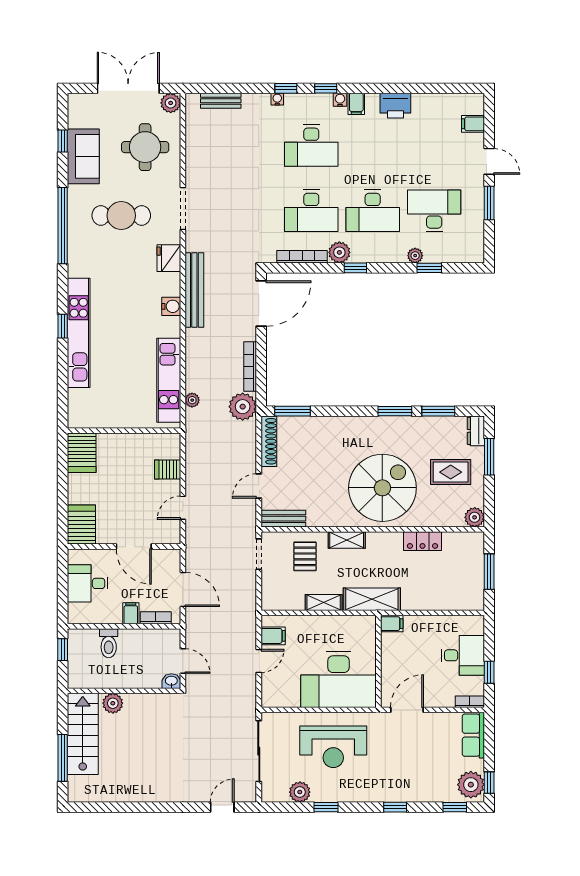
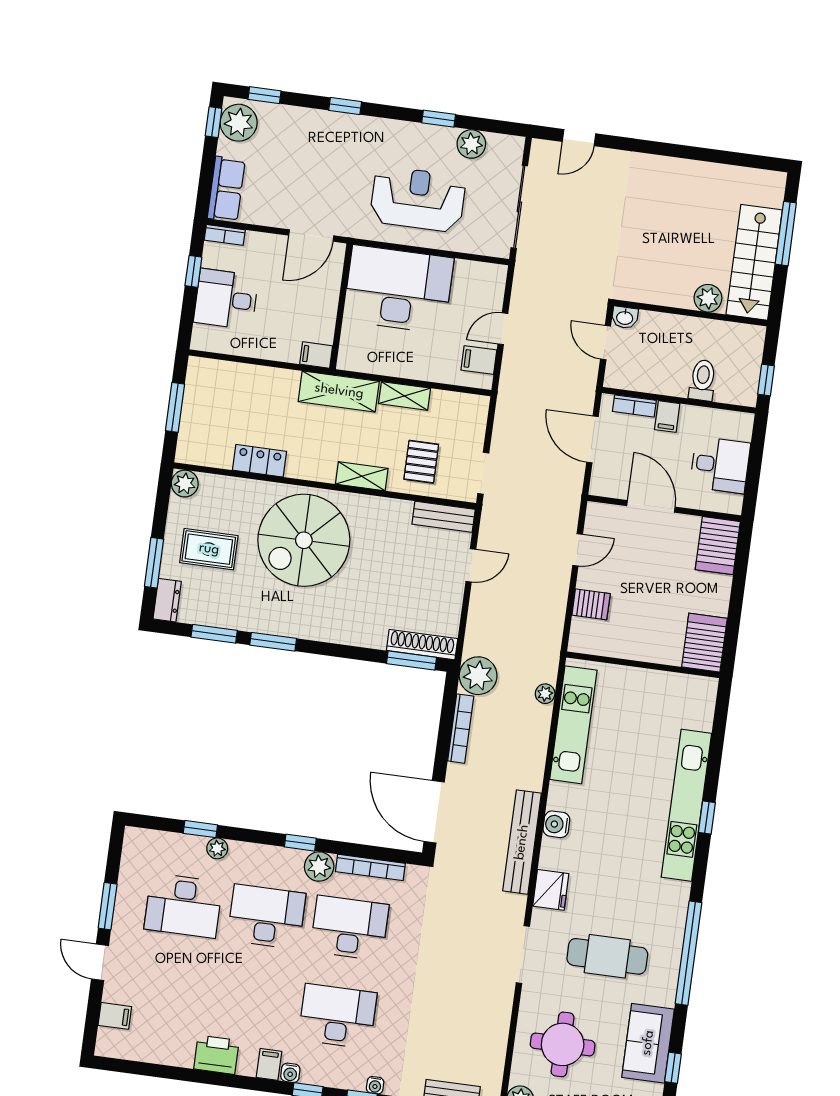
door: (261, 303) -> (434, 812), hinge flipped
shoe rack: (269, 441) -> (422, 645), moved, turned 90

